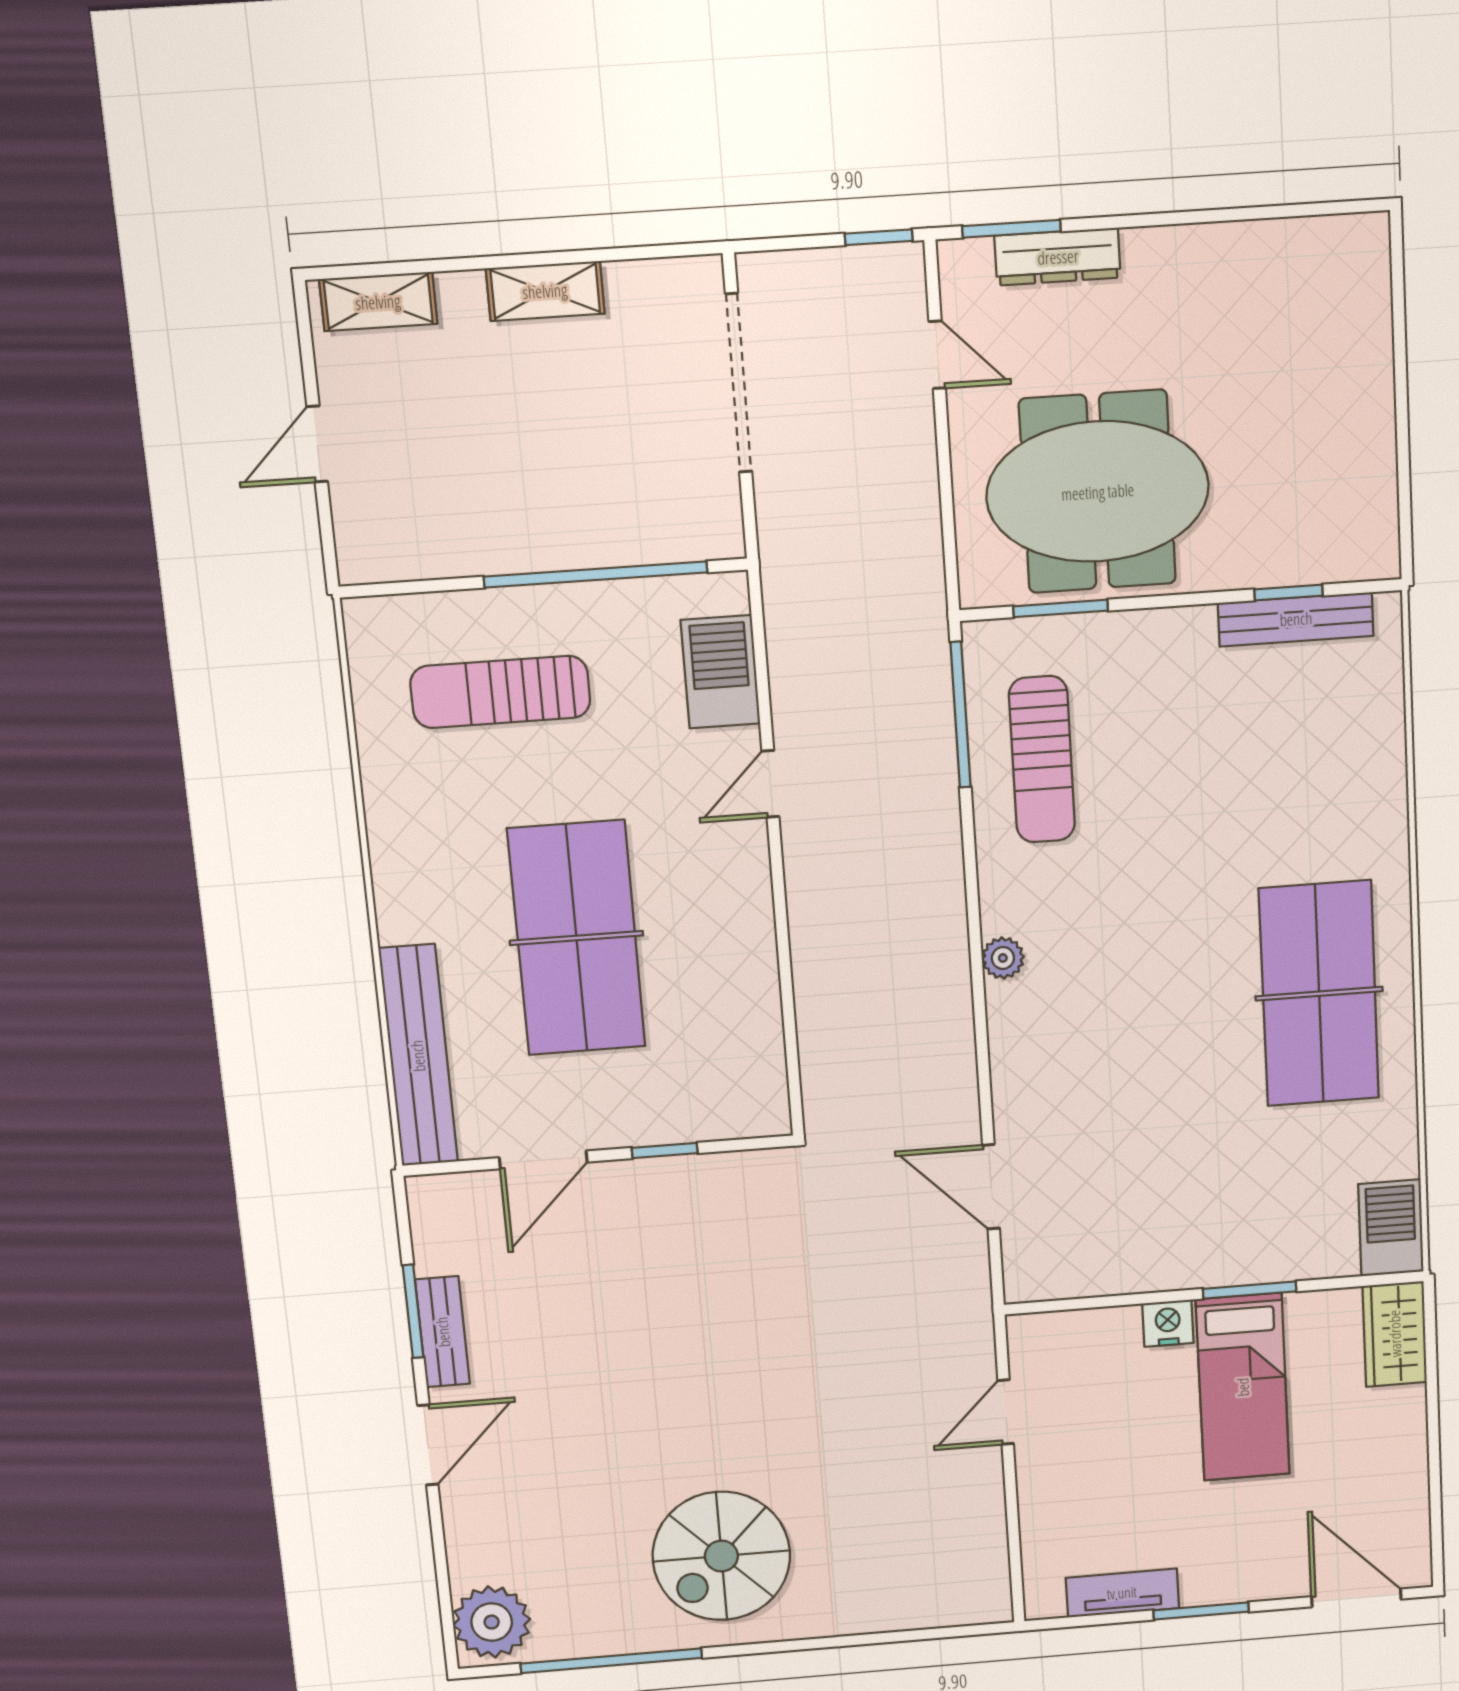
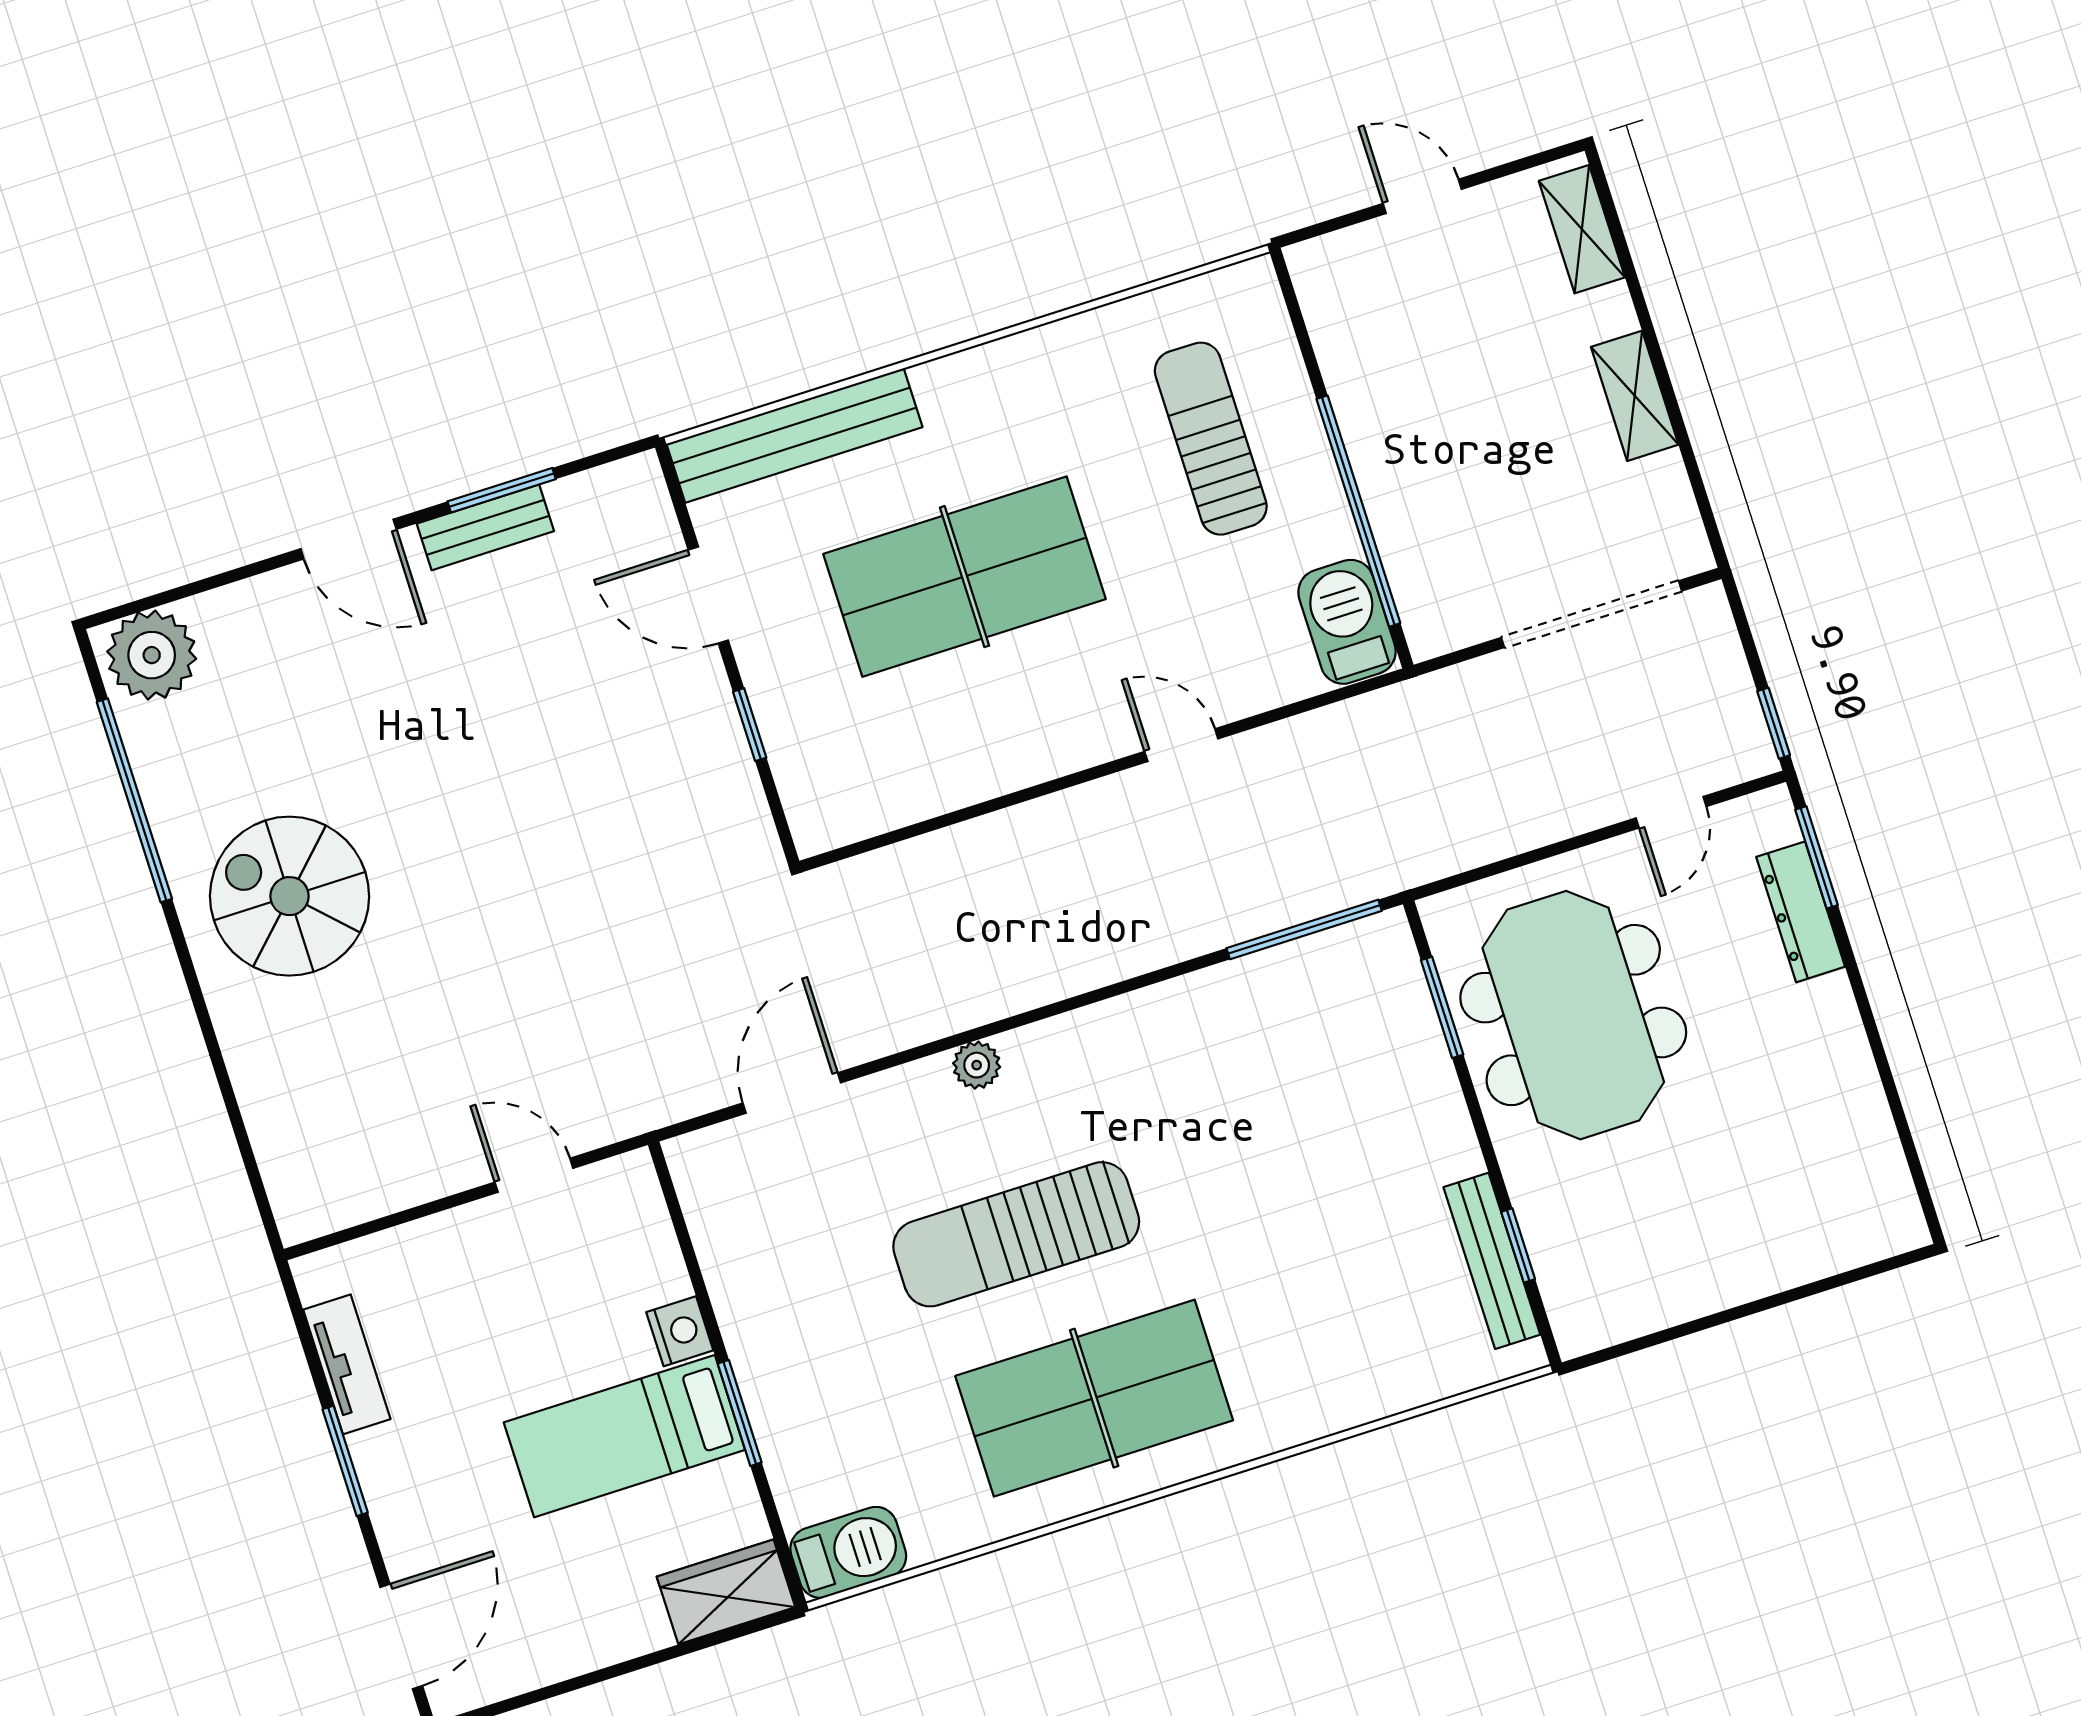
barbecue: (720, 672) -> (1347, 622), moved, turned -90
sun lounger: (1042, 759) -> (1016, 1234), moved, width x1.36, depth x1.34
plant: (1003, 958) -> (977, 1065), moved

